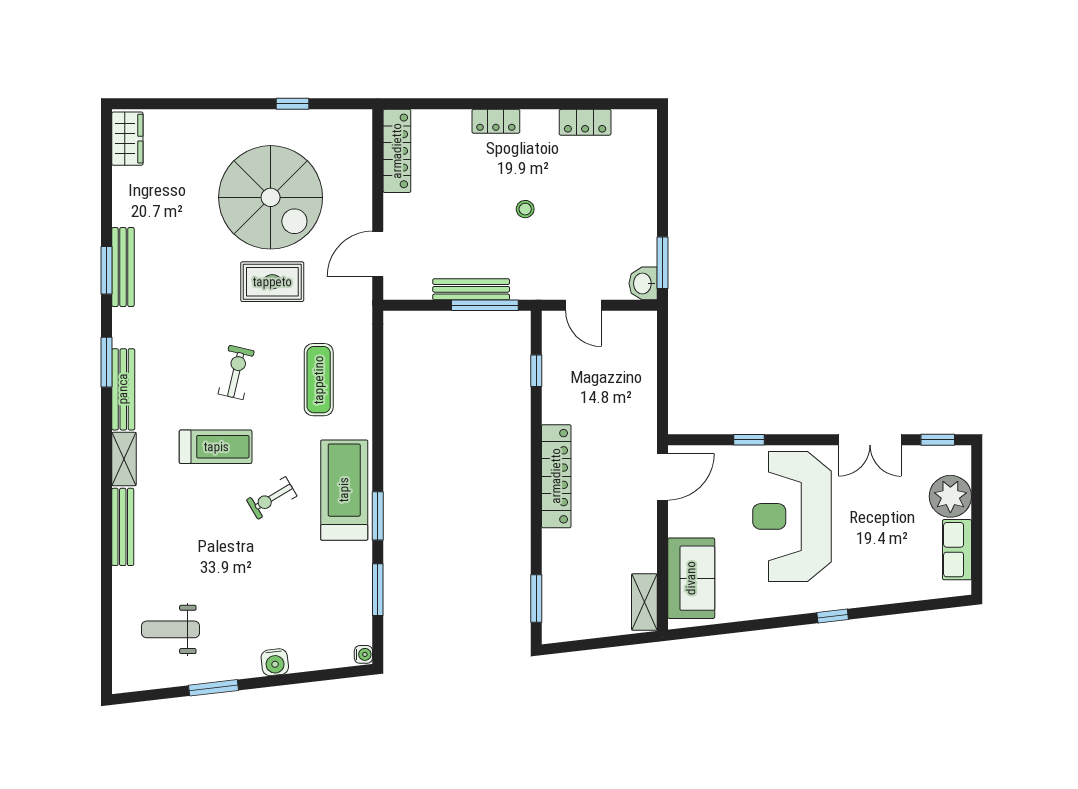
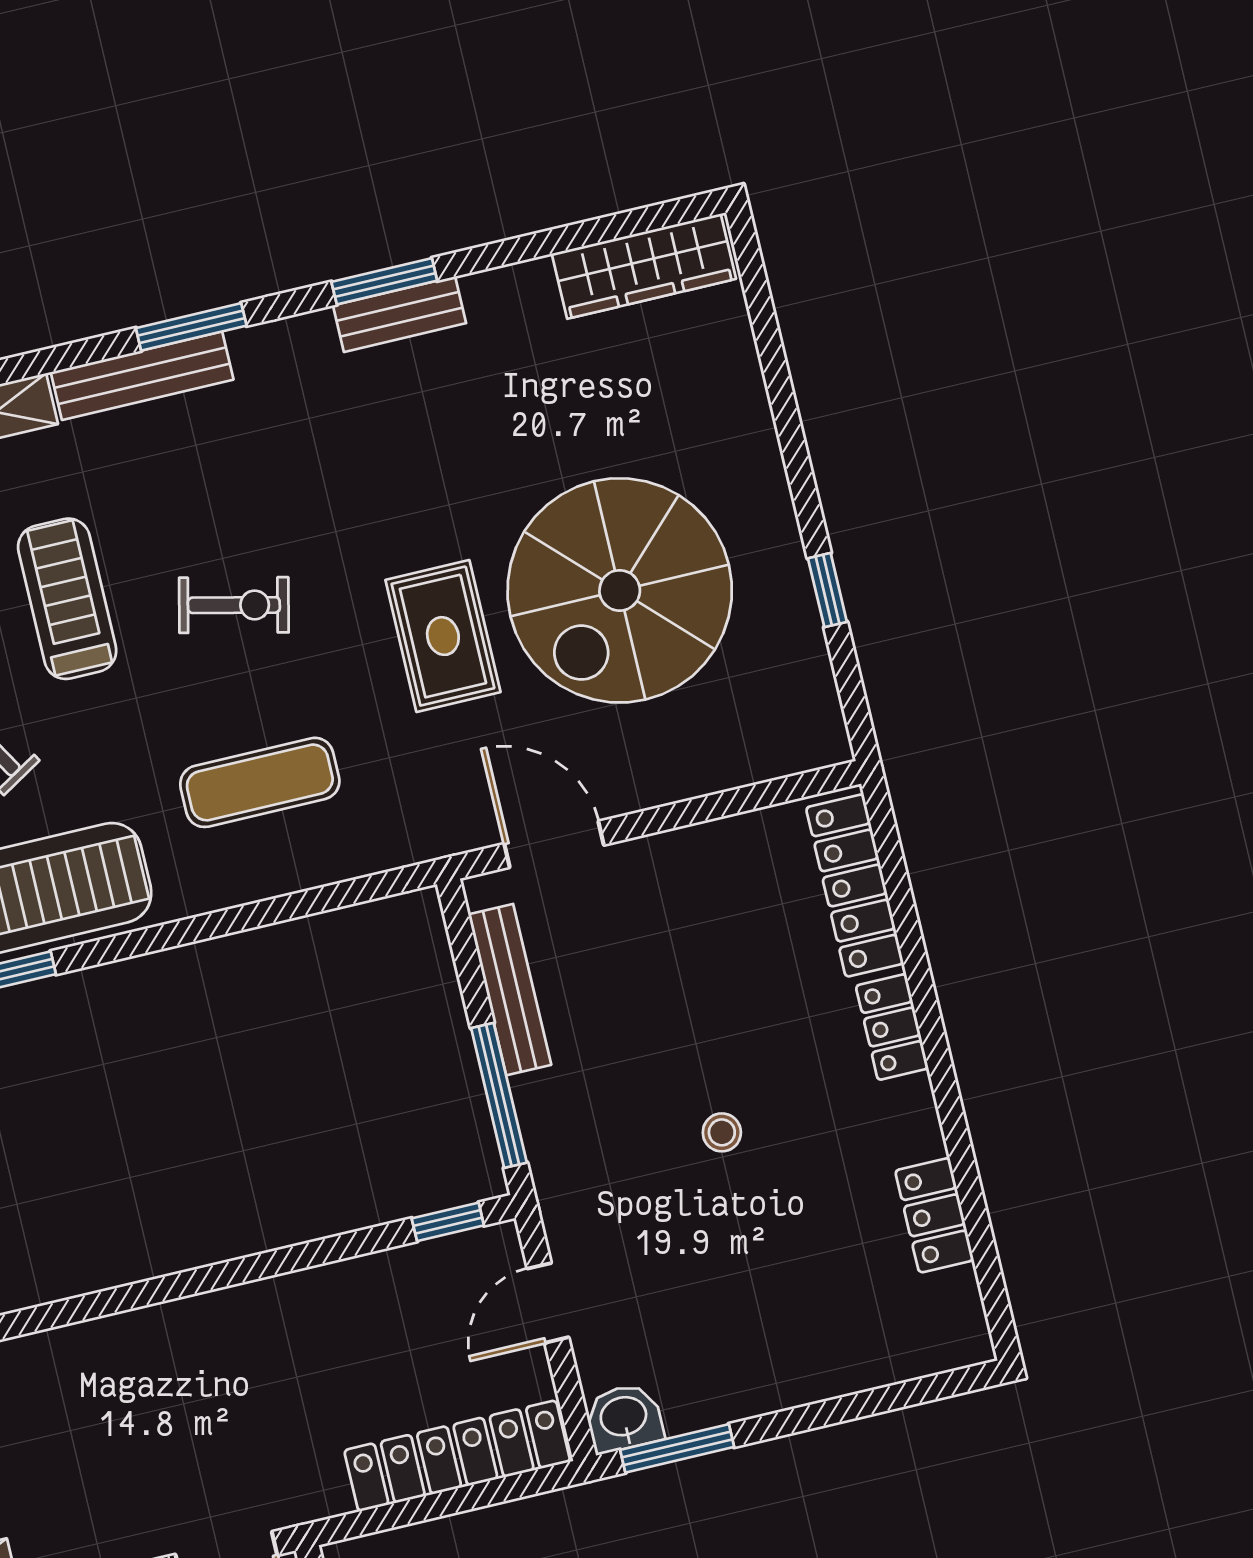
wardrobe: (127, 139) -> (644, 266), width x1.50
locker: (397, 151) -> (855, 886), moved, turned 90
bench: (123, 267) -> (399, 314), width x0.73
bench: (471, 289) -> (510, 990), moved
window: (536, 371) -> (448, 1222), moved
treadmill: (216, 447) -> (67, 599), turned 180
locker: (556, 476) -> (457, 1456), moved, turned 180

